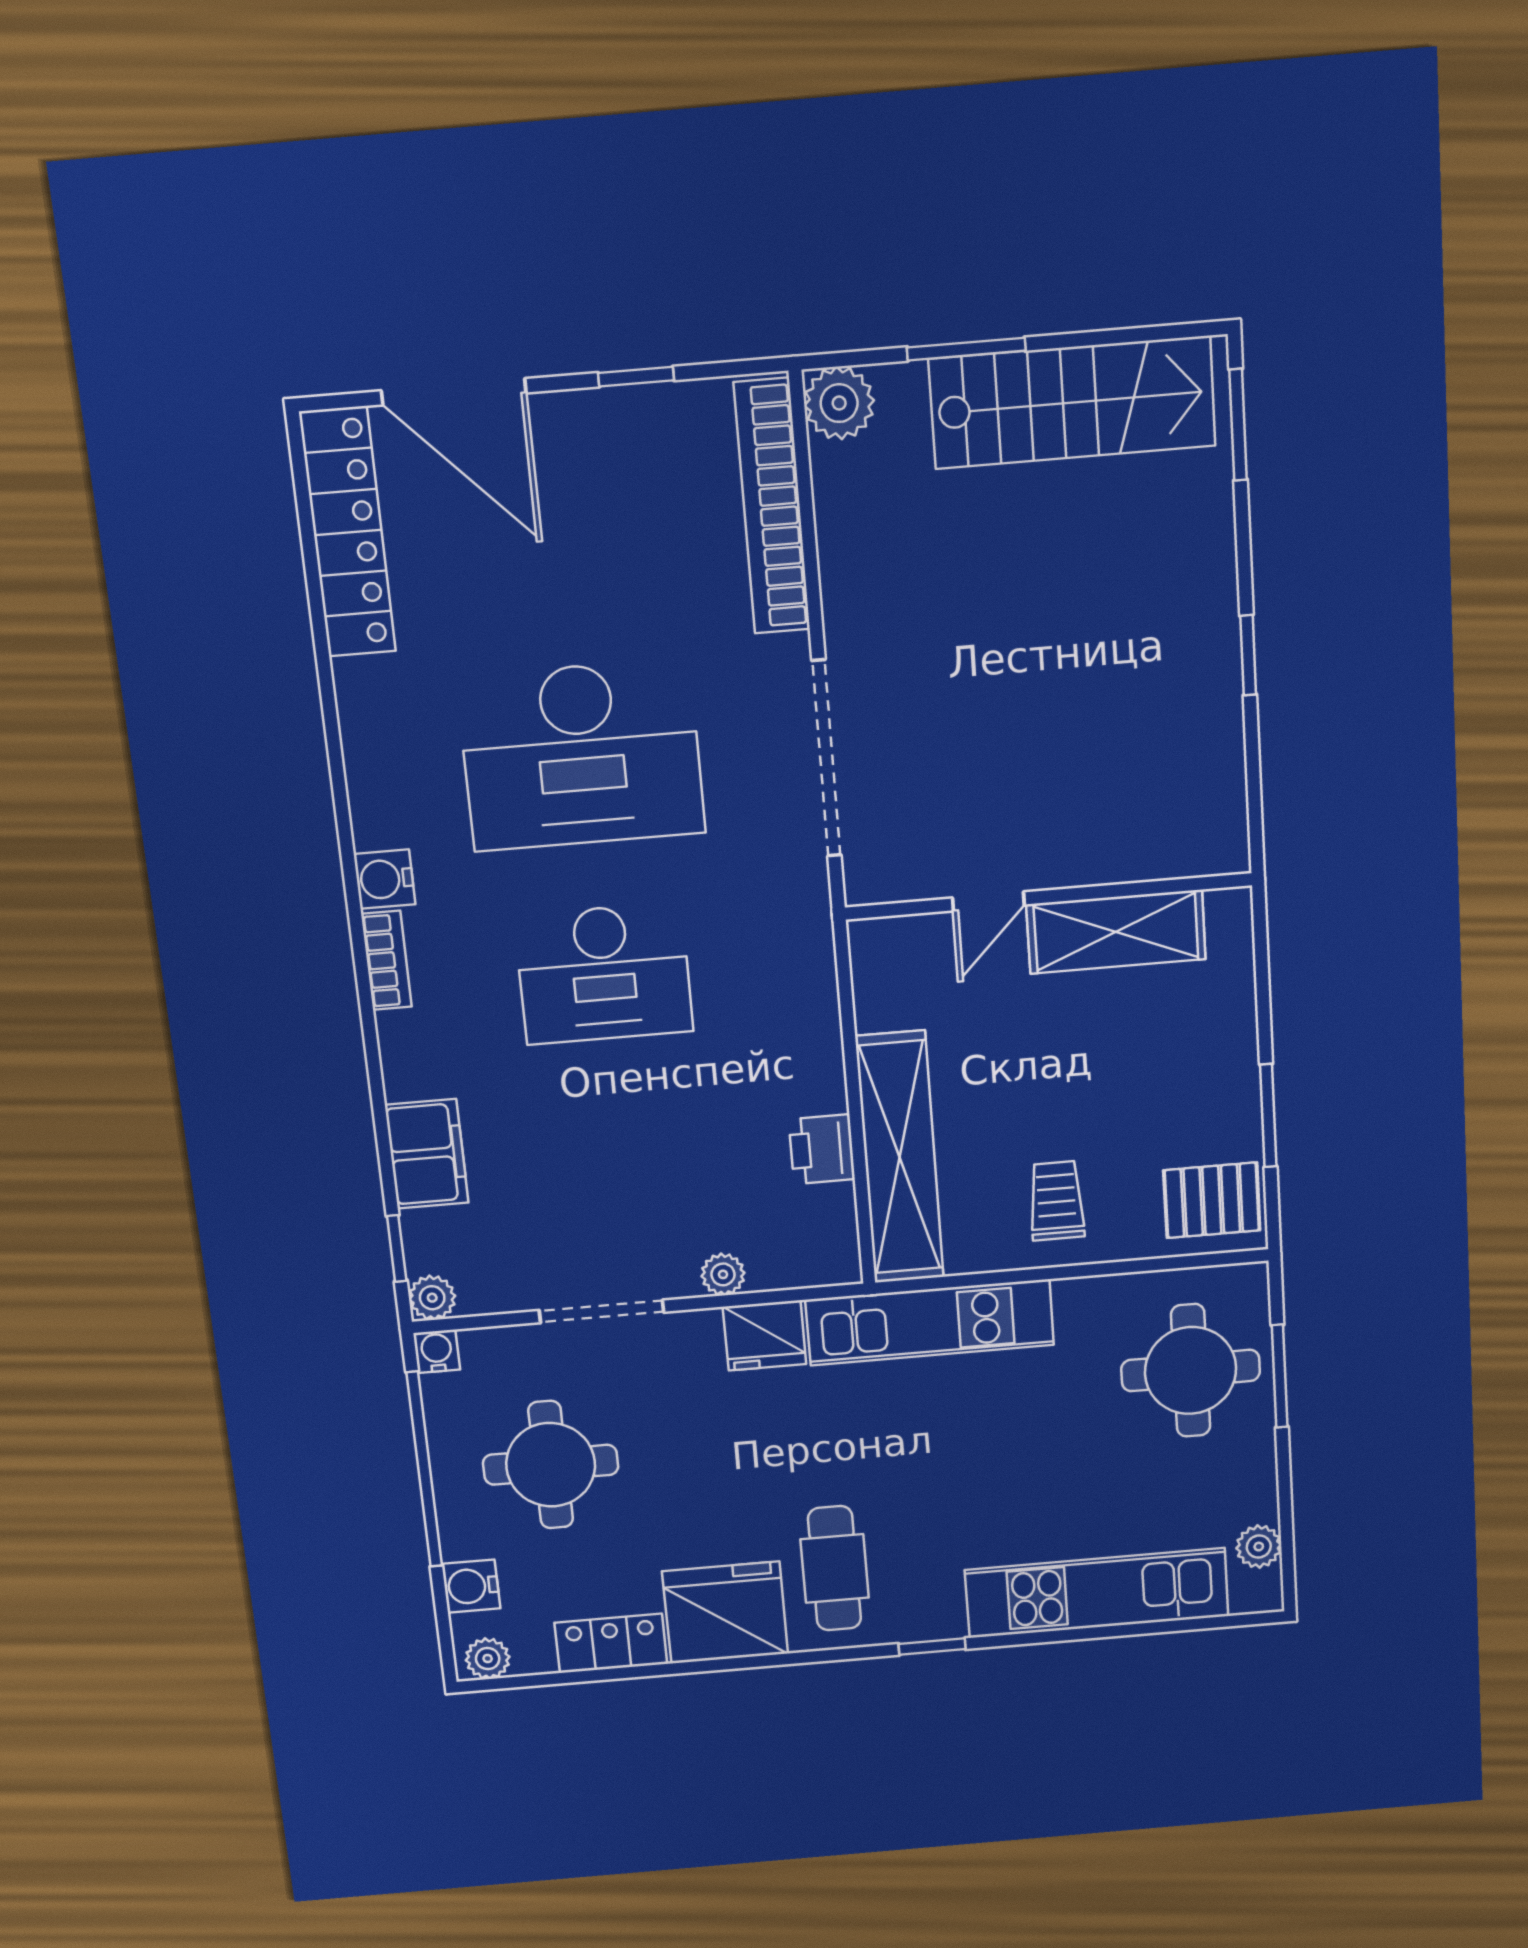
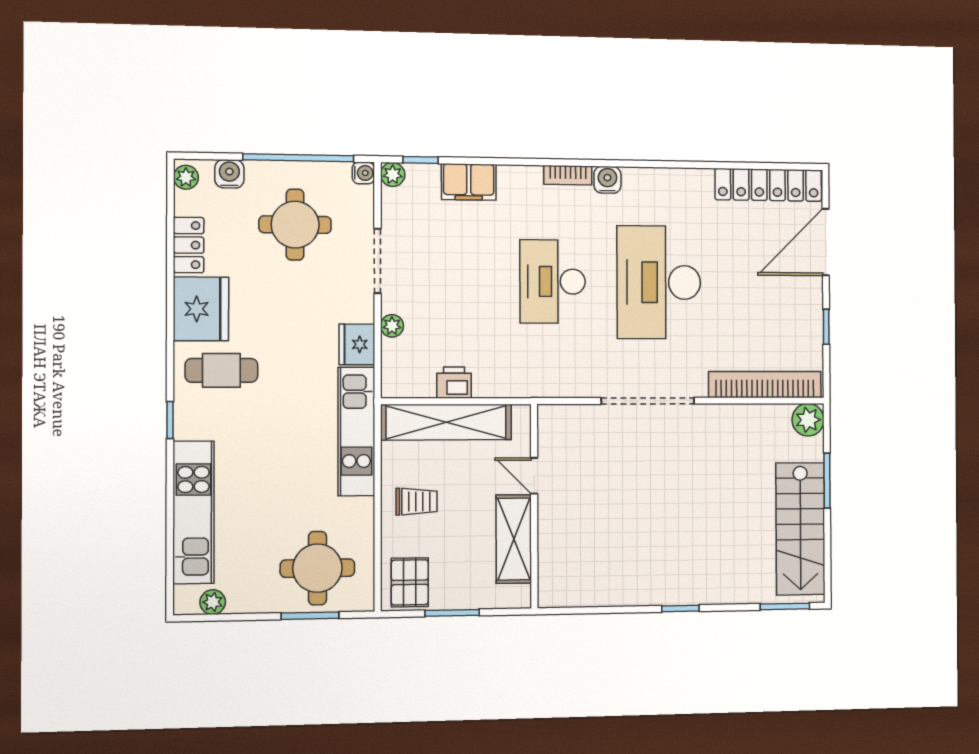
wall: (1049, 896) -> (534, 506), moved
door: (988, 901) -> (534, 476), moved
shelving: (1116, 932) -> (514, 539), moved

